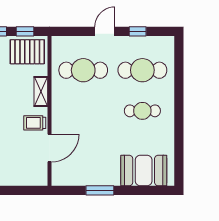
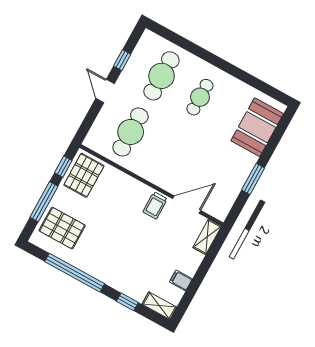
shelving: (41, 91) -> (207, 237), moved, turned 90
door: (49, 148) -> (187, 205), hinge flipped

